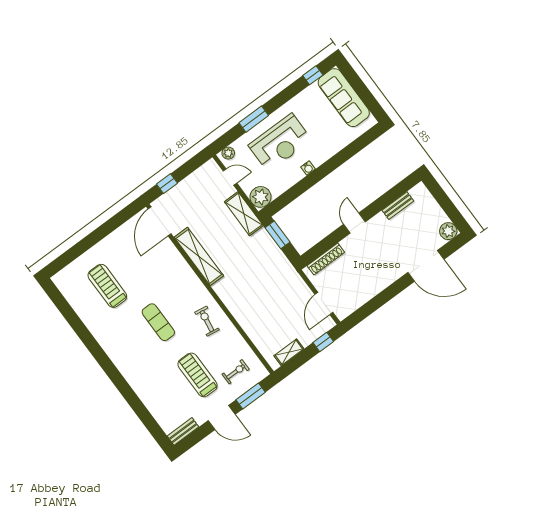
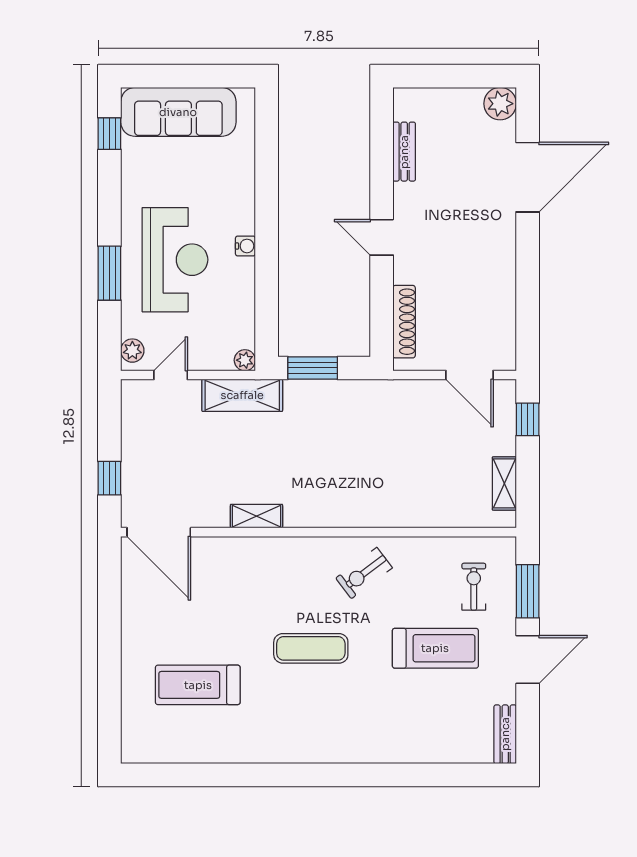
plant: (260, 197) -> (245, 360), width x0.53, depth x0.53
shelving: (199, 256) -> (256, 516), width x0.45, depth x0.75
exercise bike: (207, 321) -> (364, 573), turned -46
treadmill: (197, 375) -> (435, 648), turned 180

